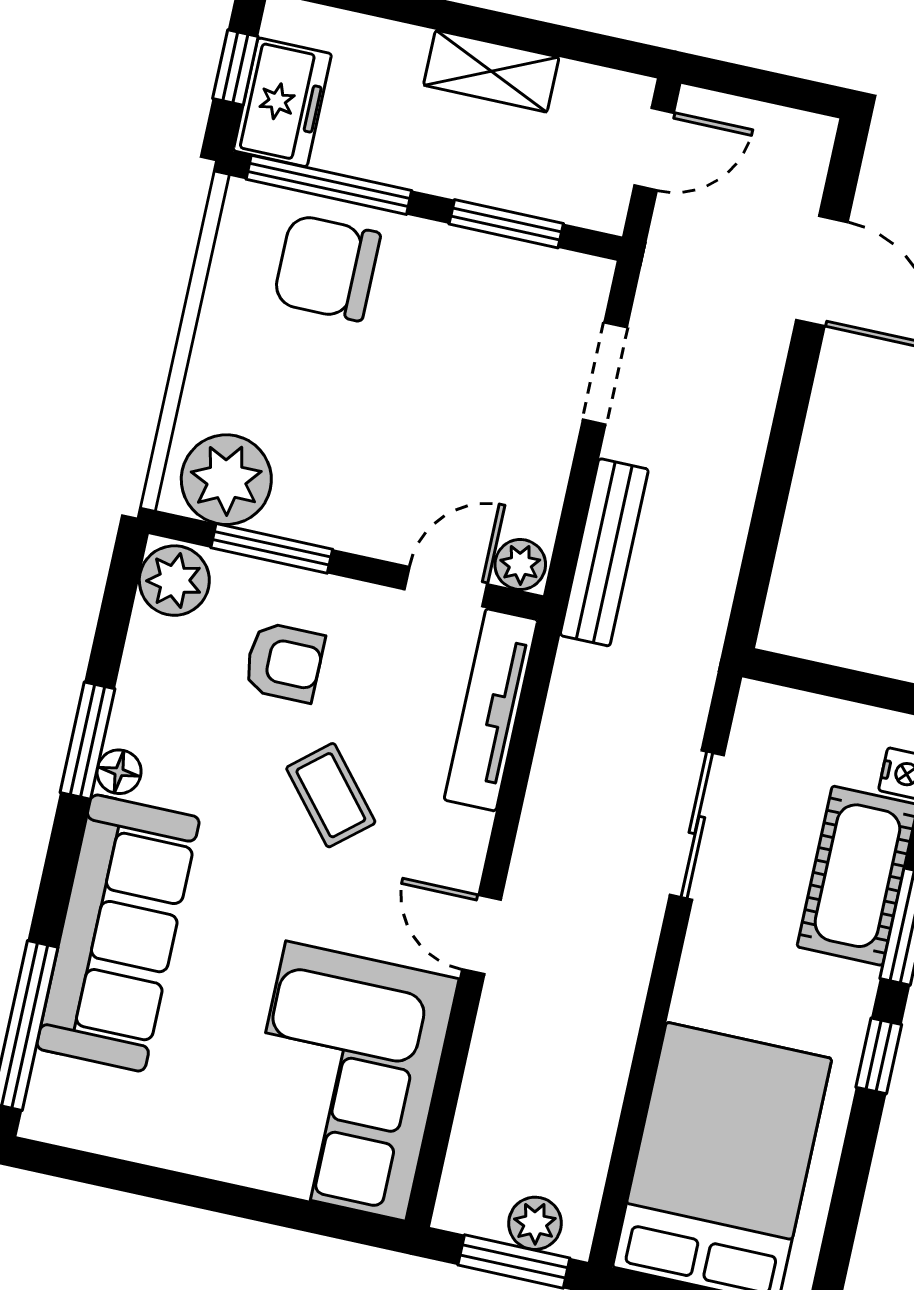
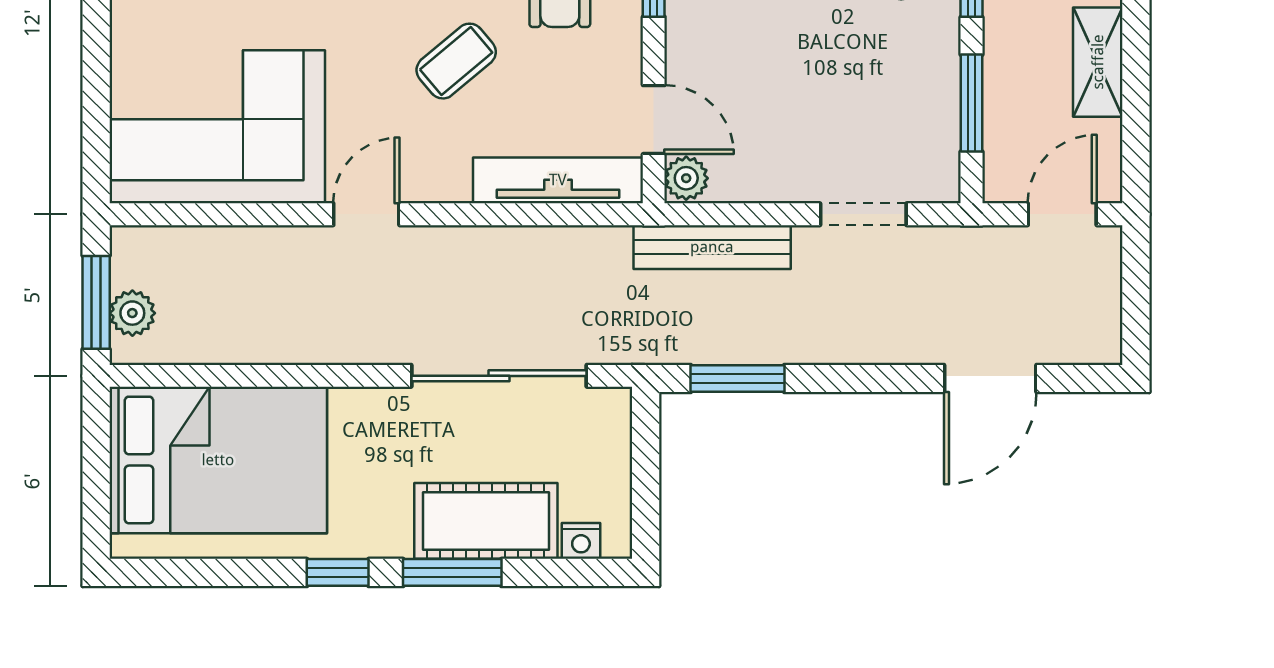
door: (654, 149) -> (1062, 214), swing flipped
window: (759, 556) -> (738, 379), added
sliding door: (697, 825) -> (499, 376), width x1.37

